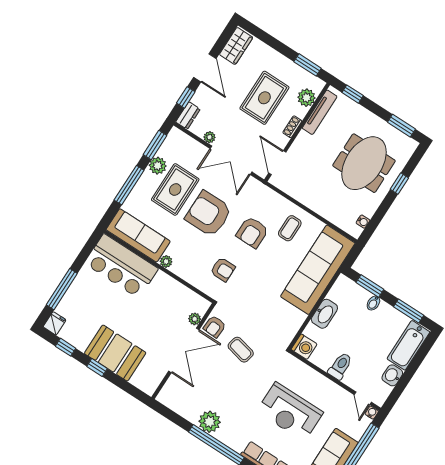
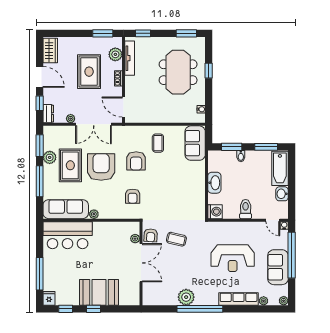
armchair: (209, 214) -> (101, 167), turned 90
armchair: (223, 269) -> (133, 196), turned 90
sofa: (318, 270) -> (195, 143), width x0.54, depth x0.79

